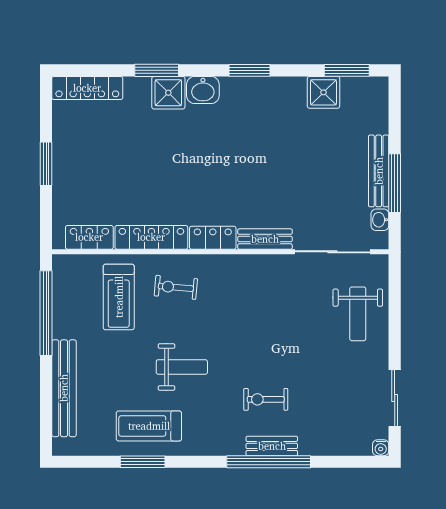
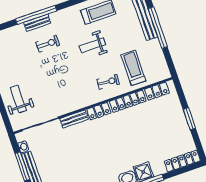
window: (46, 313) -> (158, 28), moved

